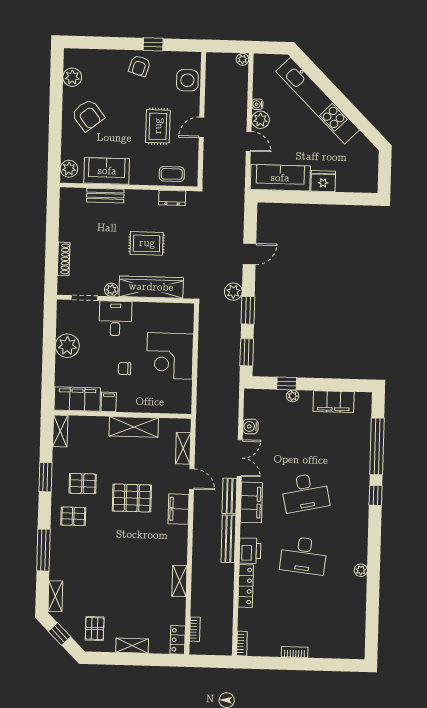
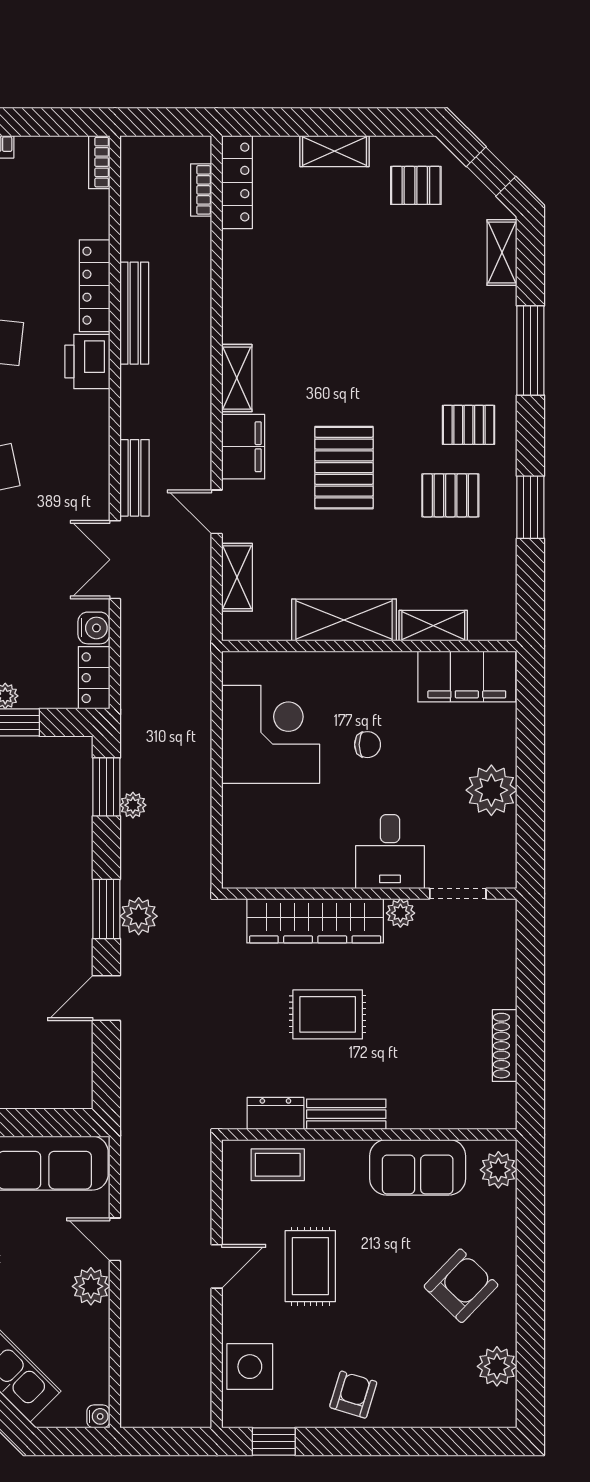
window: (153, 44) -> (274, 1441), moved
plant: (242, 59) -> (133, 805), moved
water cooler: (257, 104) -> (98, 1416), moved
armchair: (88, 115) -> (461, 1286), turned 82
bench: (105, 196) -> (346, 1114), moved
shoe rack: (64, 259) -> (505, 1046), moved
window: (248, 310) -> (106, 909), moved
corner desk: (170, 356) -> (271, 734), moved
filing cabinet: (109, 402) -> (399, 672), removed
locker: (251, 403) -> (94, 678), added
shelving: (60, 431) -> (433, 626), moved, turned 90
pallet: (132, 498) -> (344, 468), turned 90
filing cabinet: (251, 502) -> (87, 465), removed
bench: (228, 539) -> (134, 313), moved
shelving: (179, 581) -> (237, 378), moved
pallet: (95, 629) -> (416, 185), turned 90
locker: (178, 640) -> (237, 182), width x1.53

